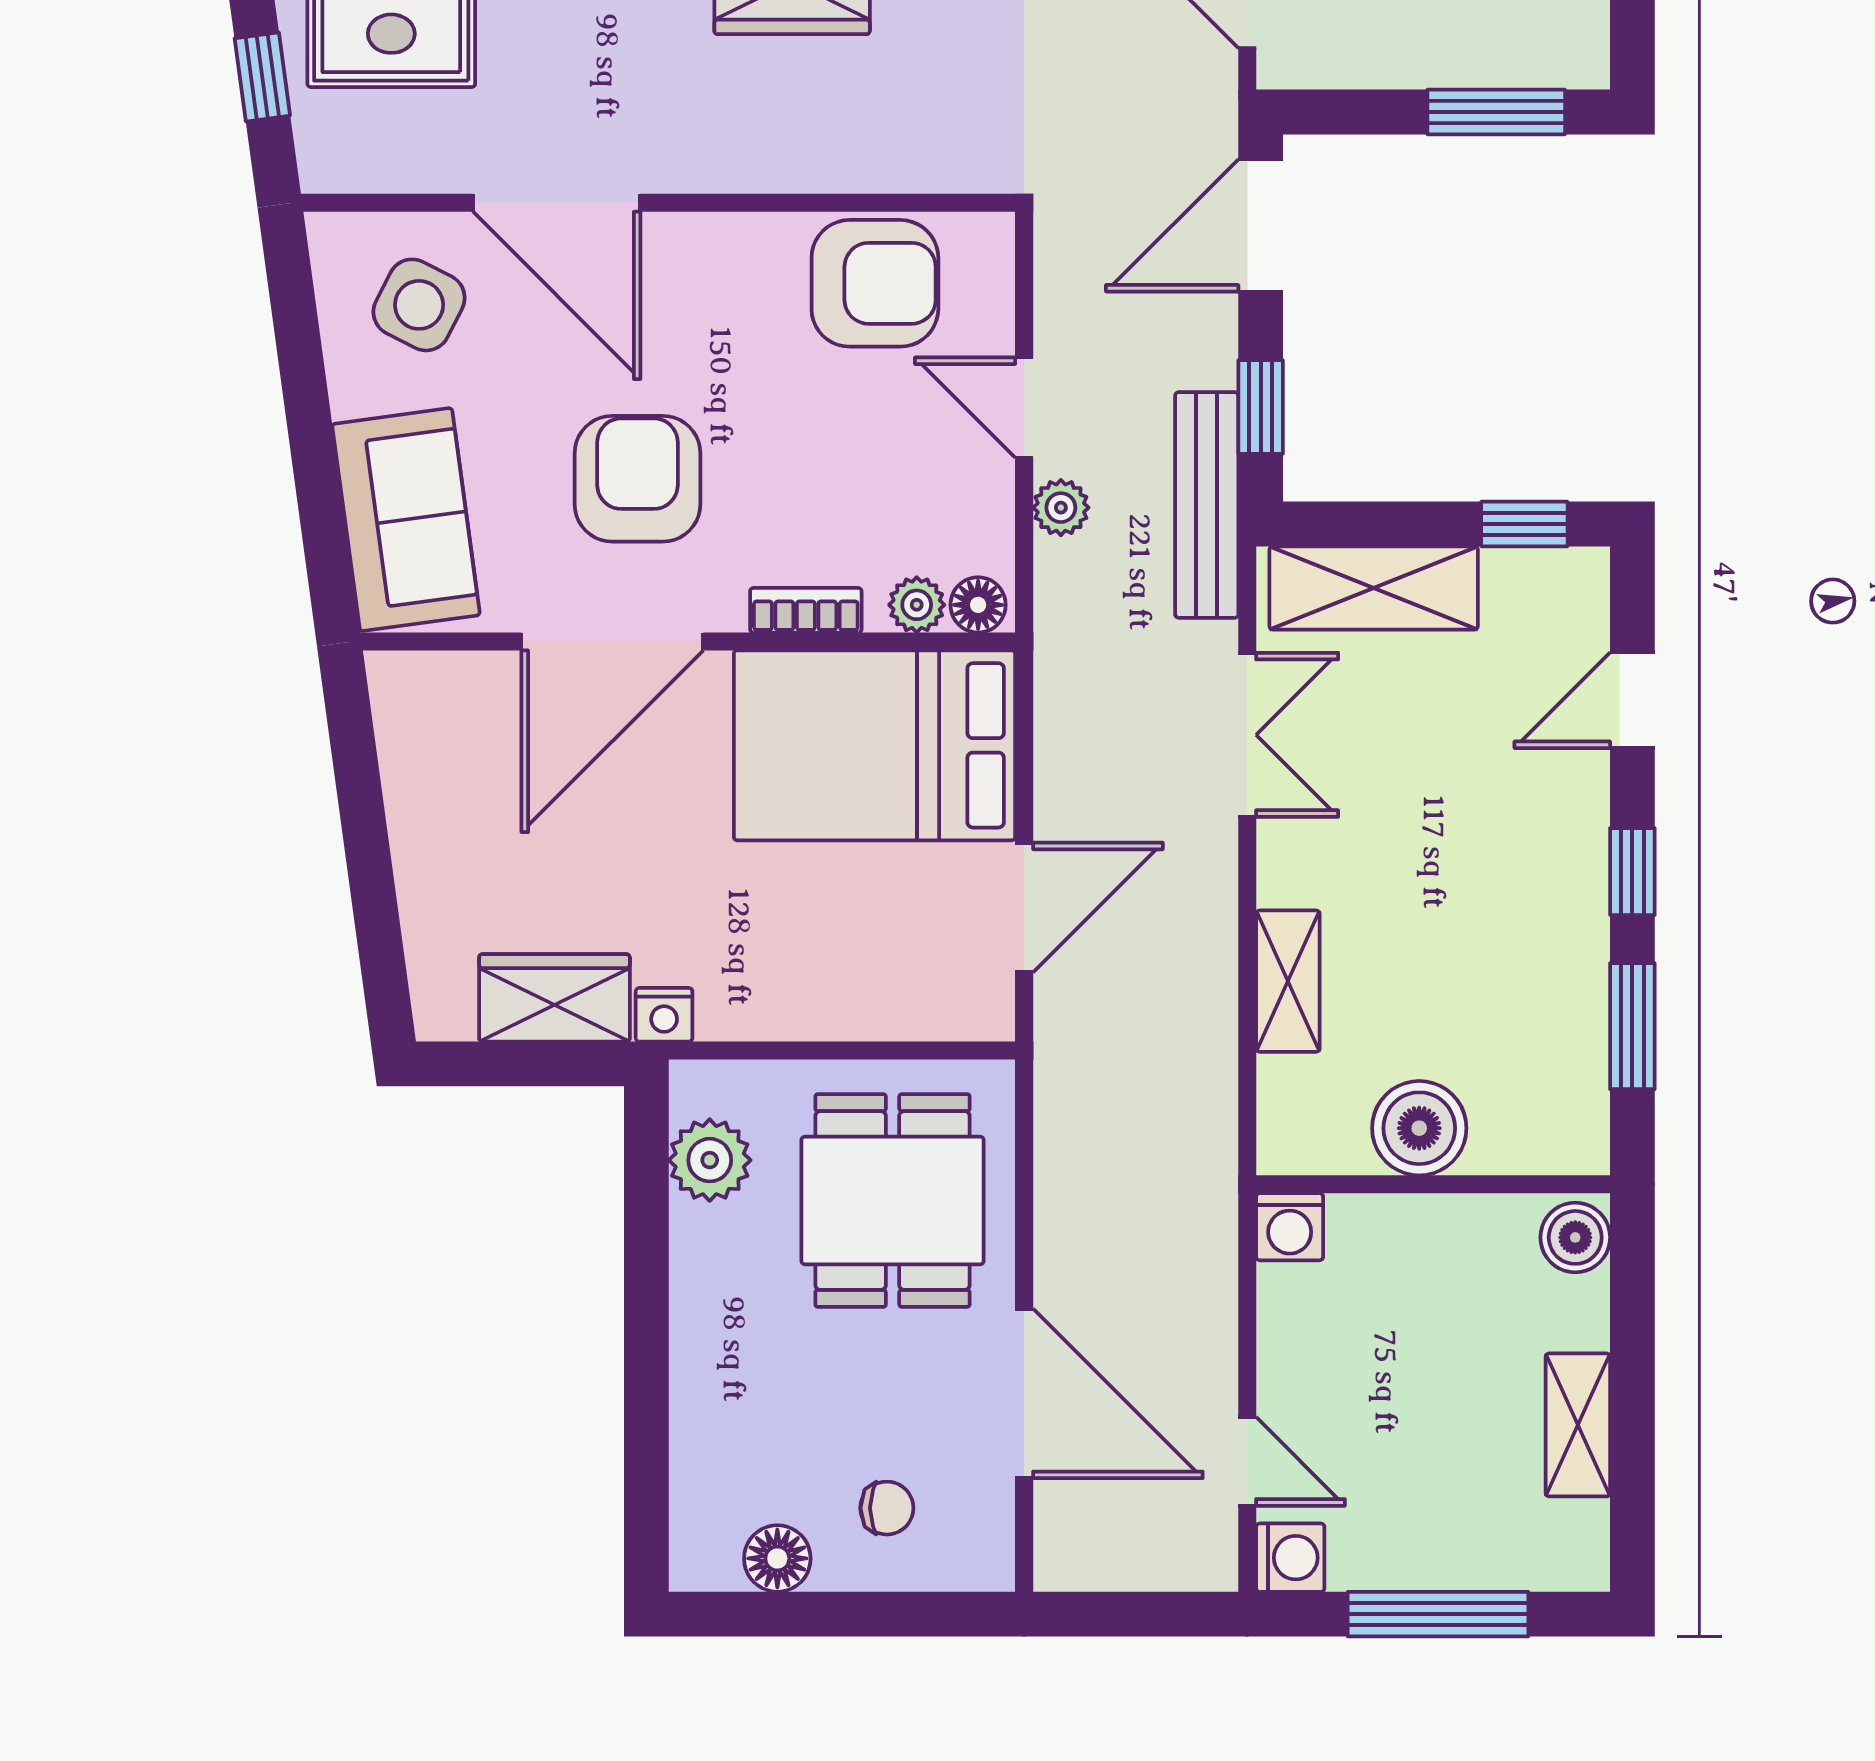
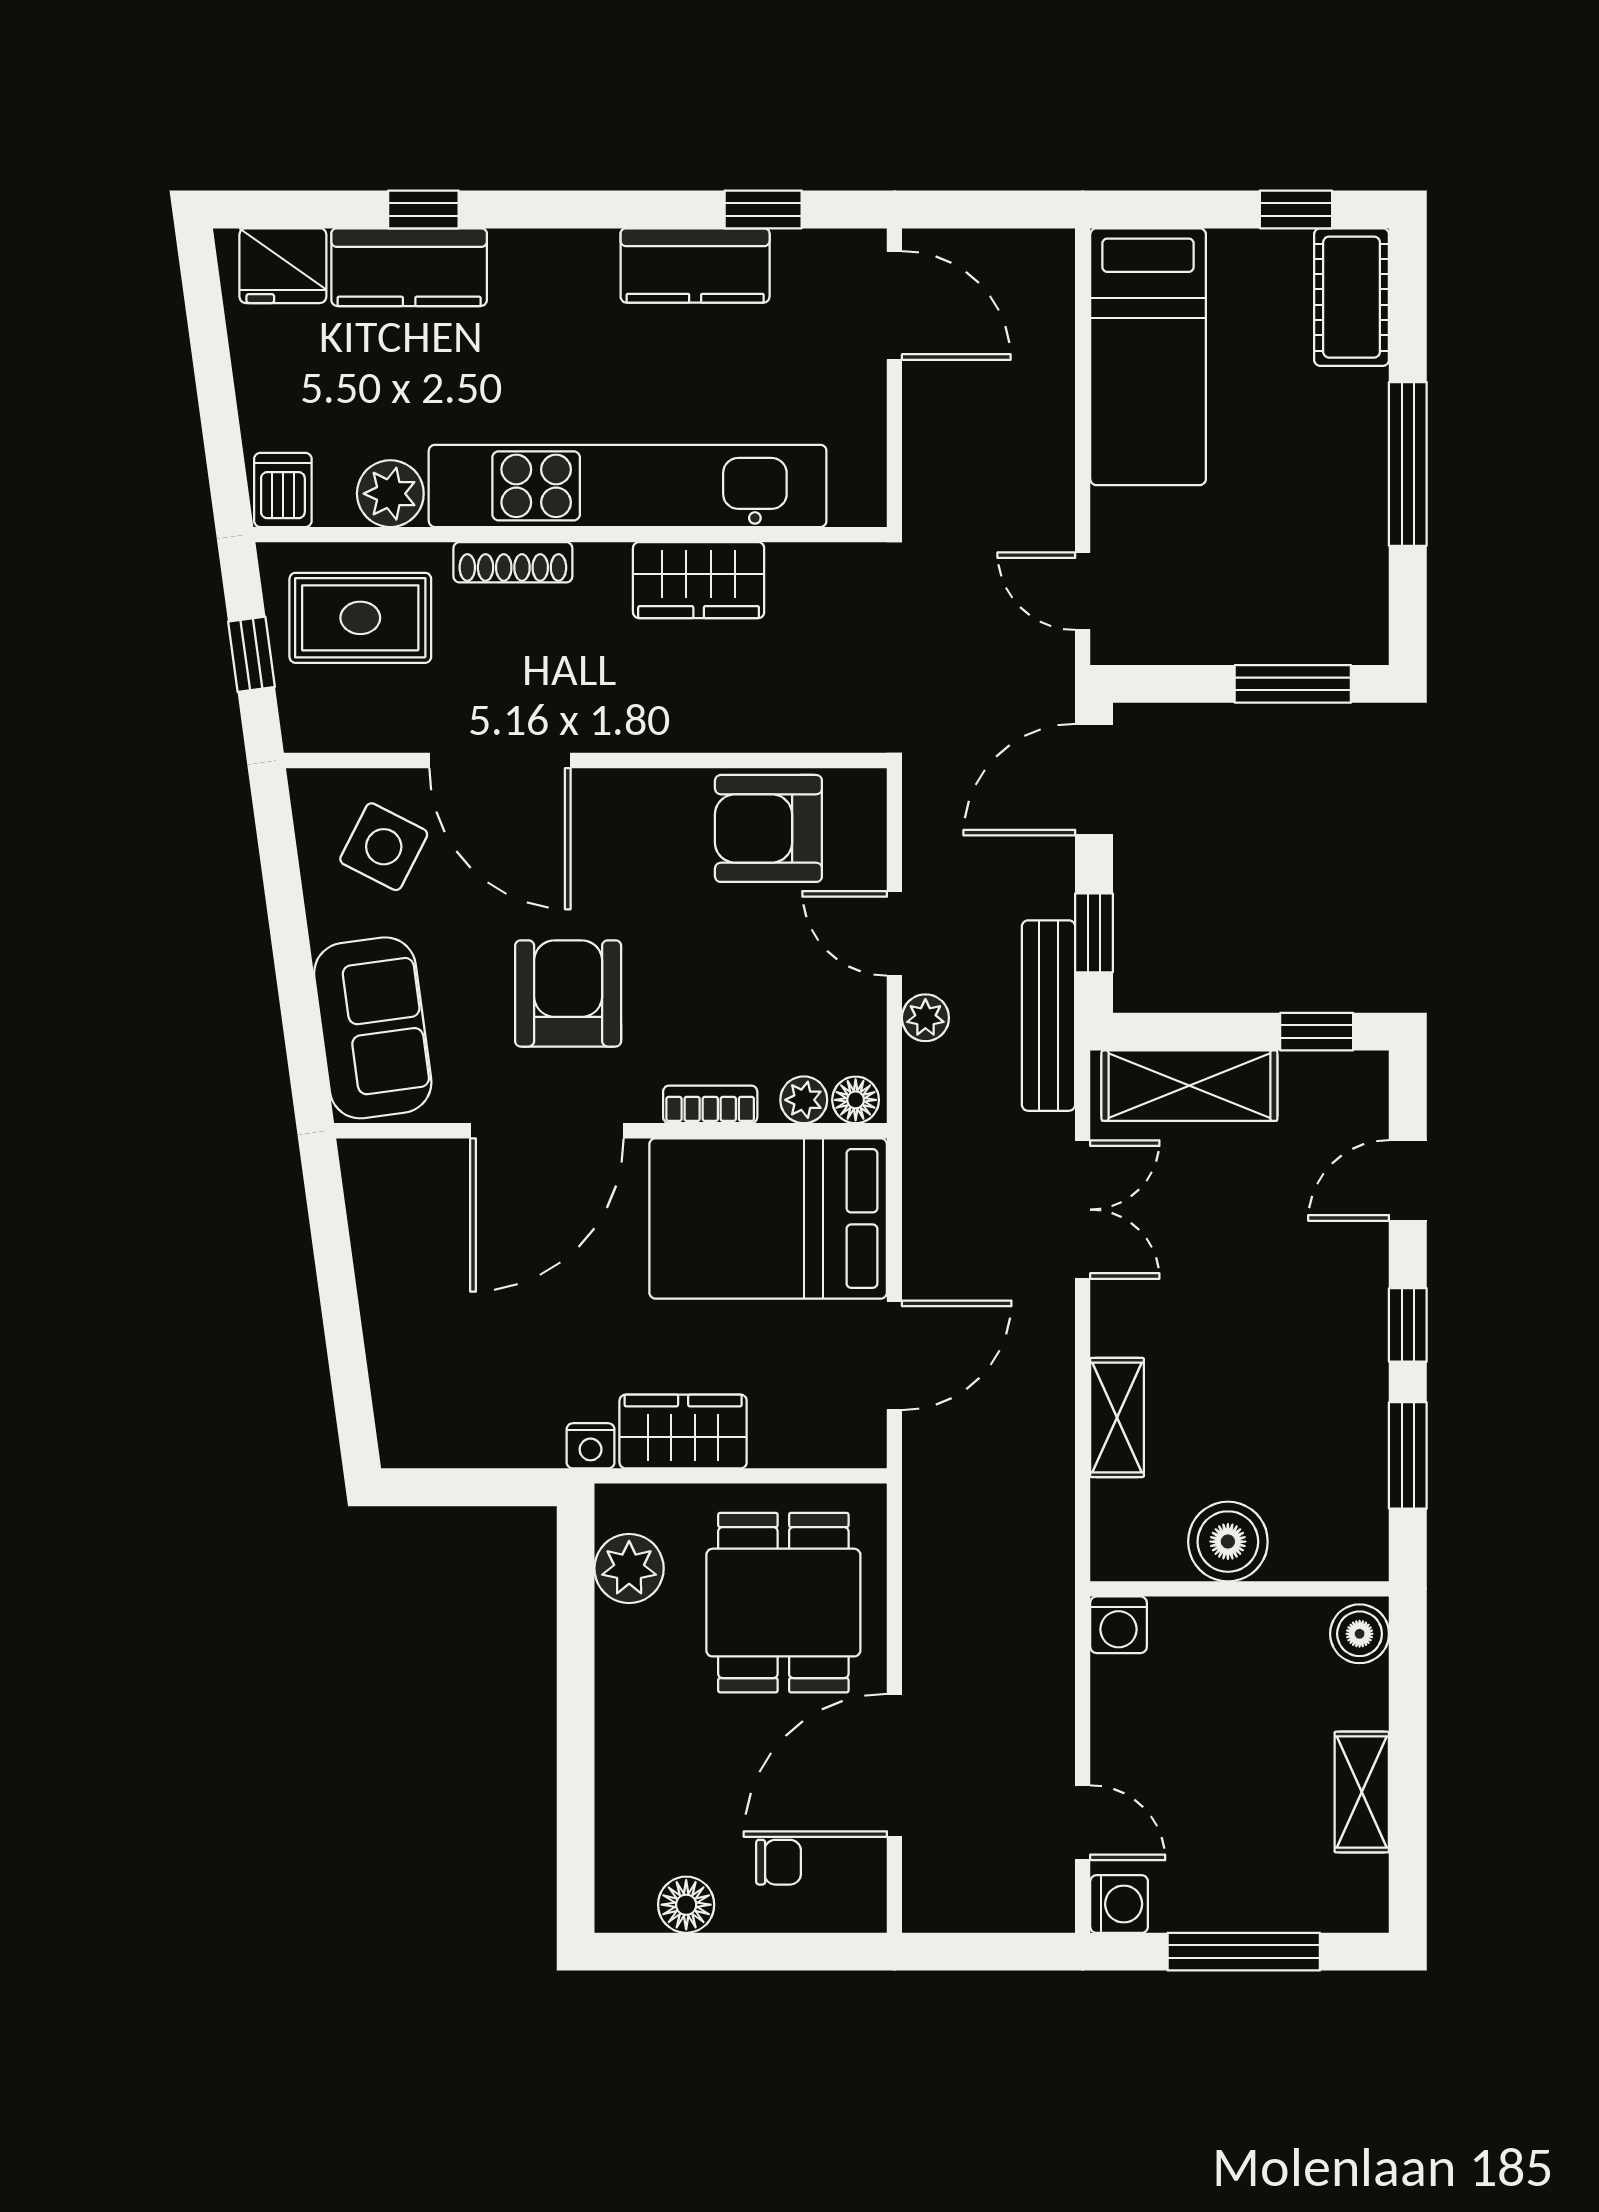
armchair: (875, 283) -> (768, 828), turned 180
wardrobe: (554, 998) -> (683, 1432), moved
door: (1024, 1393) -> (894, 1765), swing flipped

